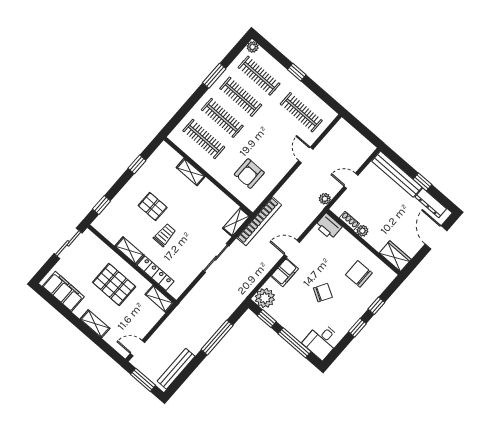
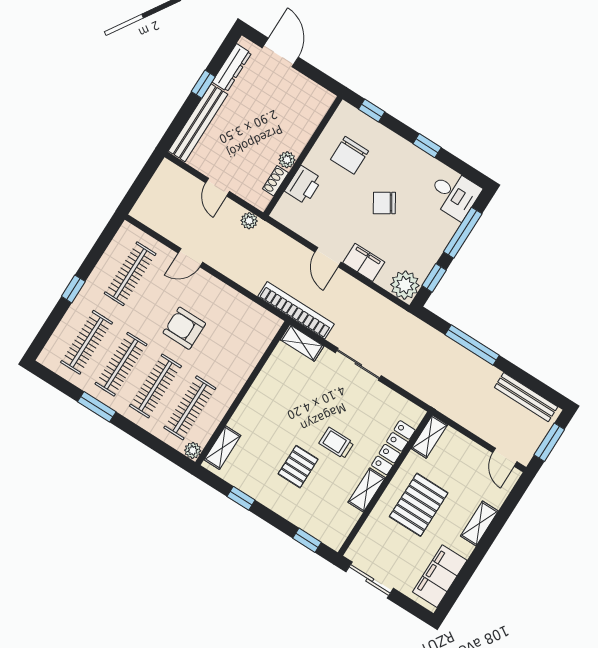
plant: (253, 47) -> (193, 450), moved
shelving: (191, 172) -> (222, 448), moved
armchair: (249, 174) -> (184, 328), moved, turned 180
printer: (328, 226) -> (303, 185), moved
door: (436, 237) -> (280, 52), swing flipped
wardrobe: (395, 256) -> (316, 107), removed
chair: (323, 293) -> (384, 203), turned -62
window: (376, 306) -> (372, 110), moved

